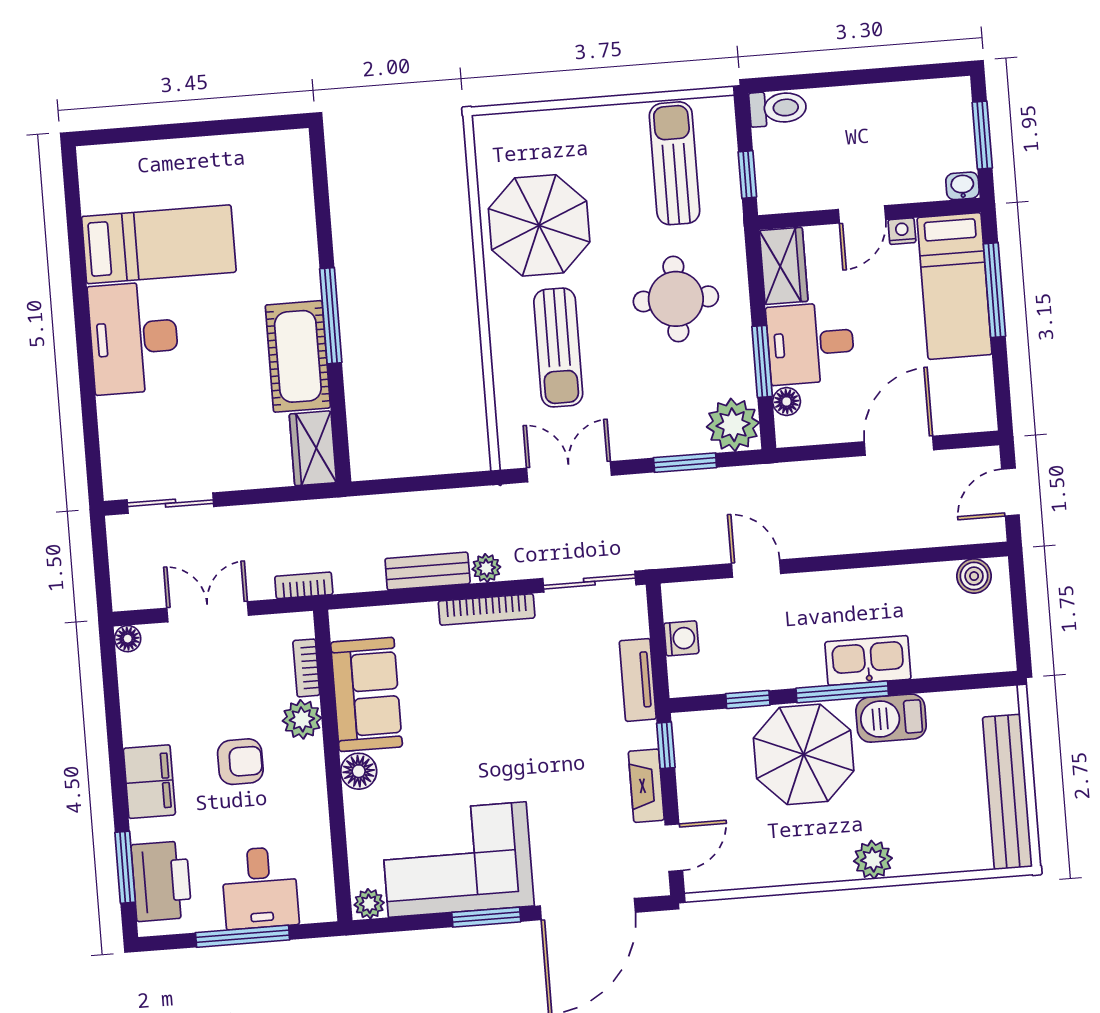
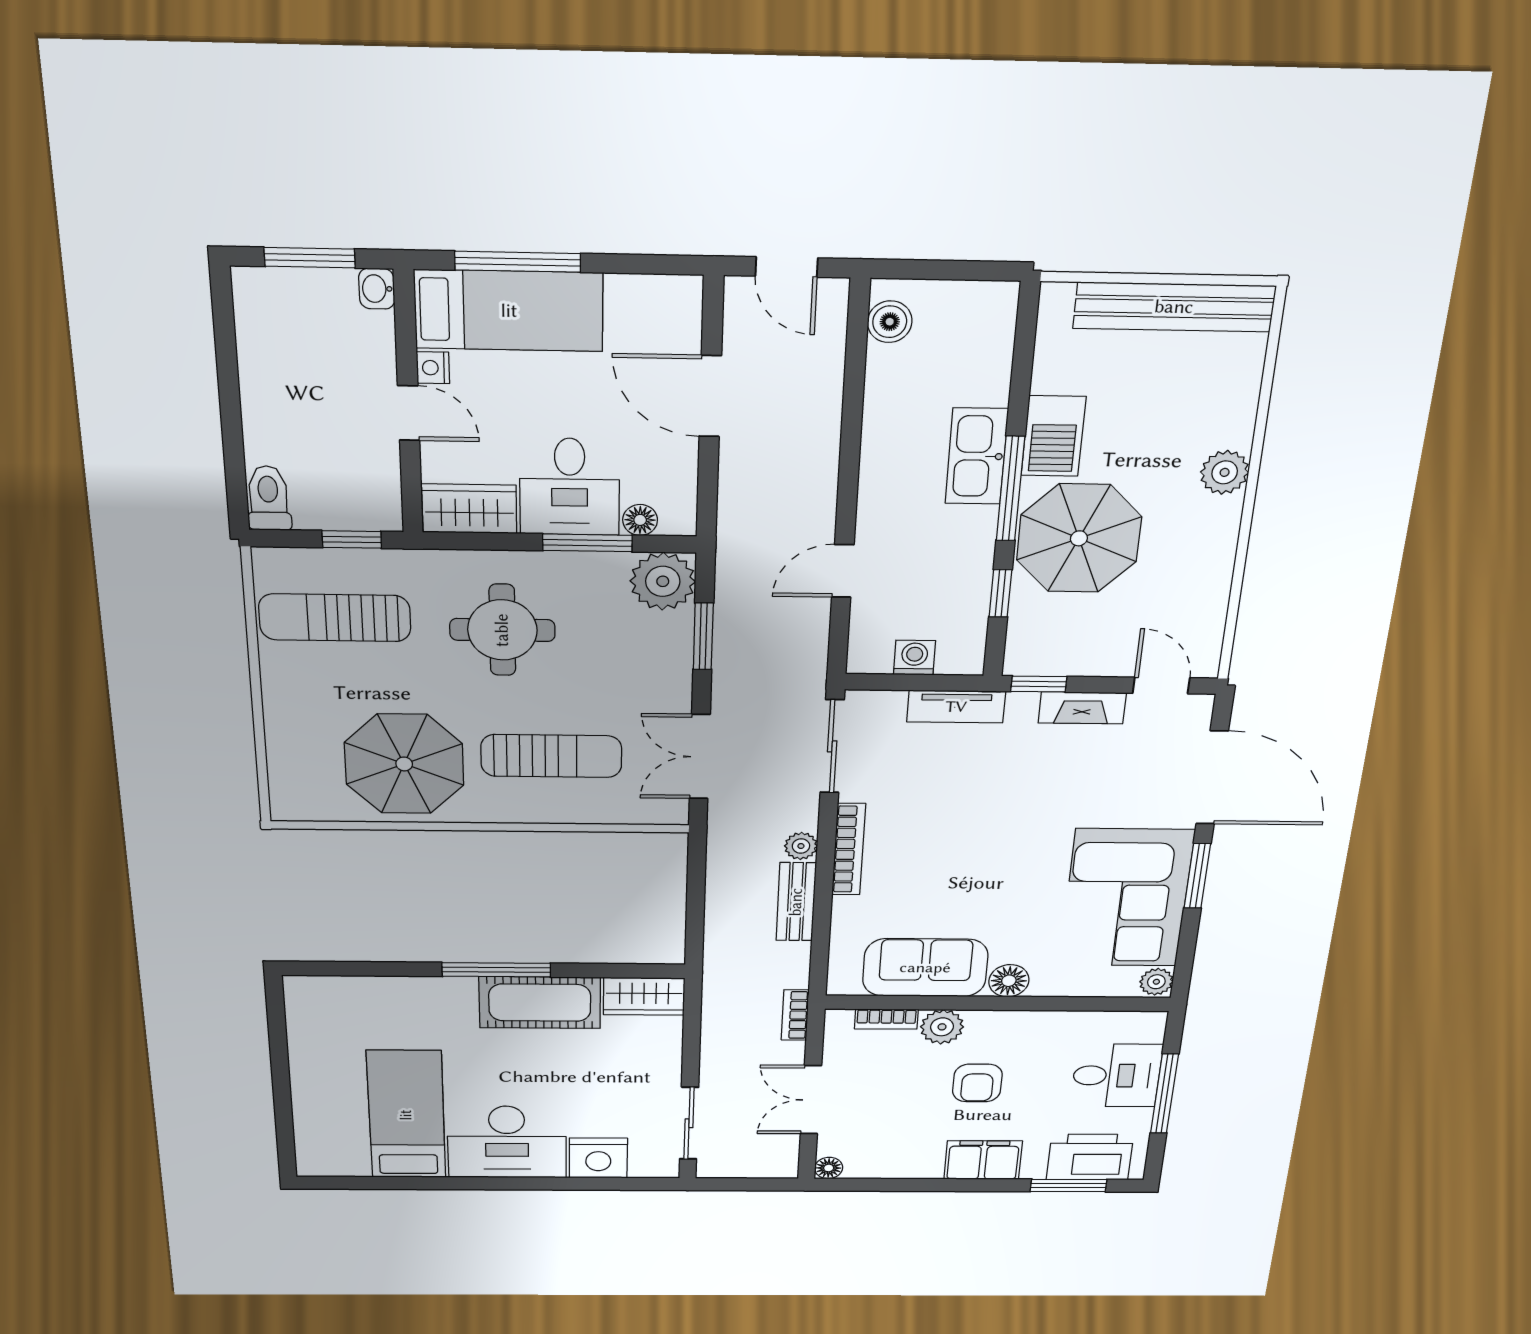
nightstand: (122, 423) -> (598, 1158), added
armchair: (240, 762) -> (977, 1083), turned 180

